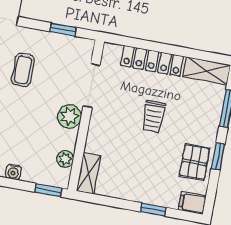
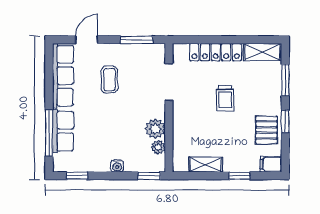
window: (63, 30) -> (137, 40), width x1.50
plant: (69, 116) -> (155, 129), moved
shelving: (89, 173) -> (206, 165), moved, turned 90

